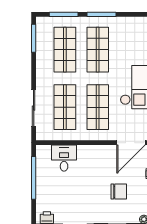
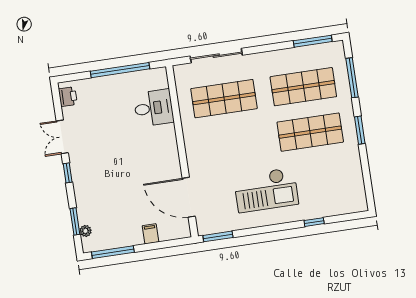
window: (102, 14) -> (360, 130), width x0.69
shop shelf: (98, 107) -> (231, 144), removed
chair: (119, 192) -> (119, 191), removed

